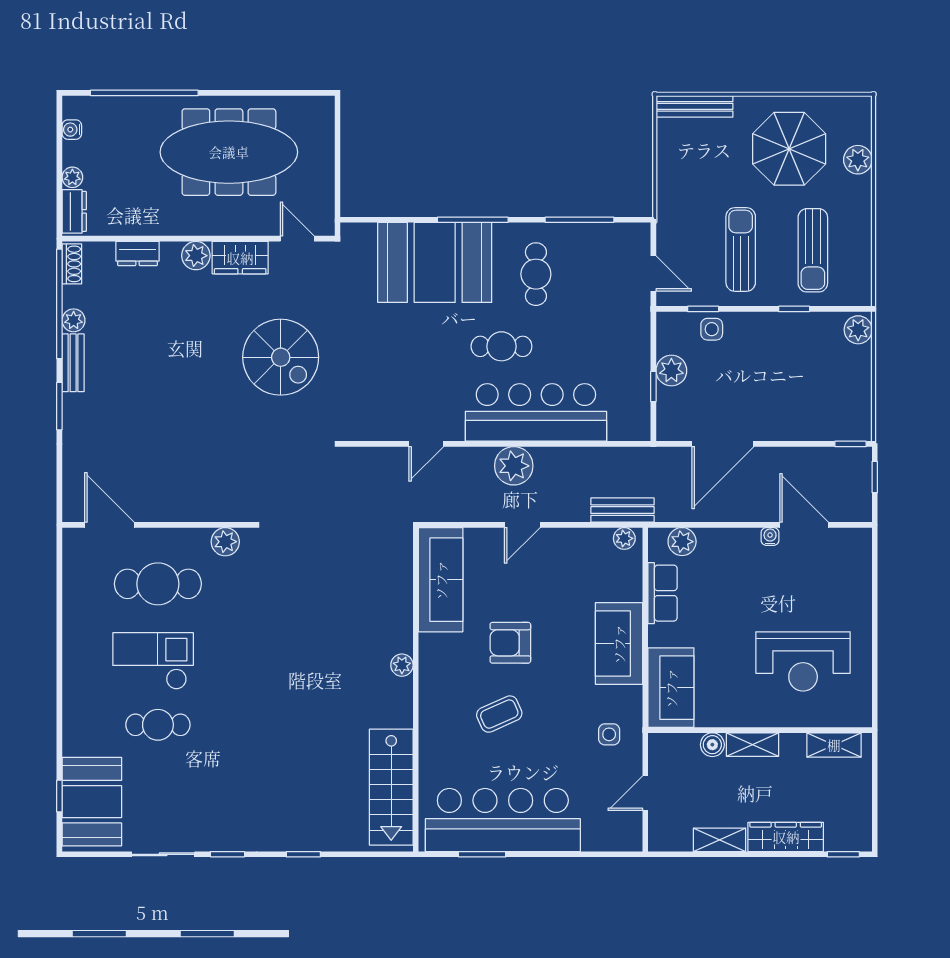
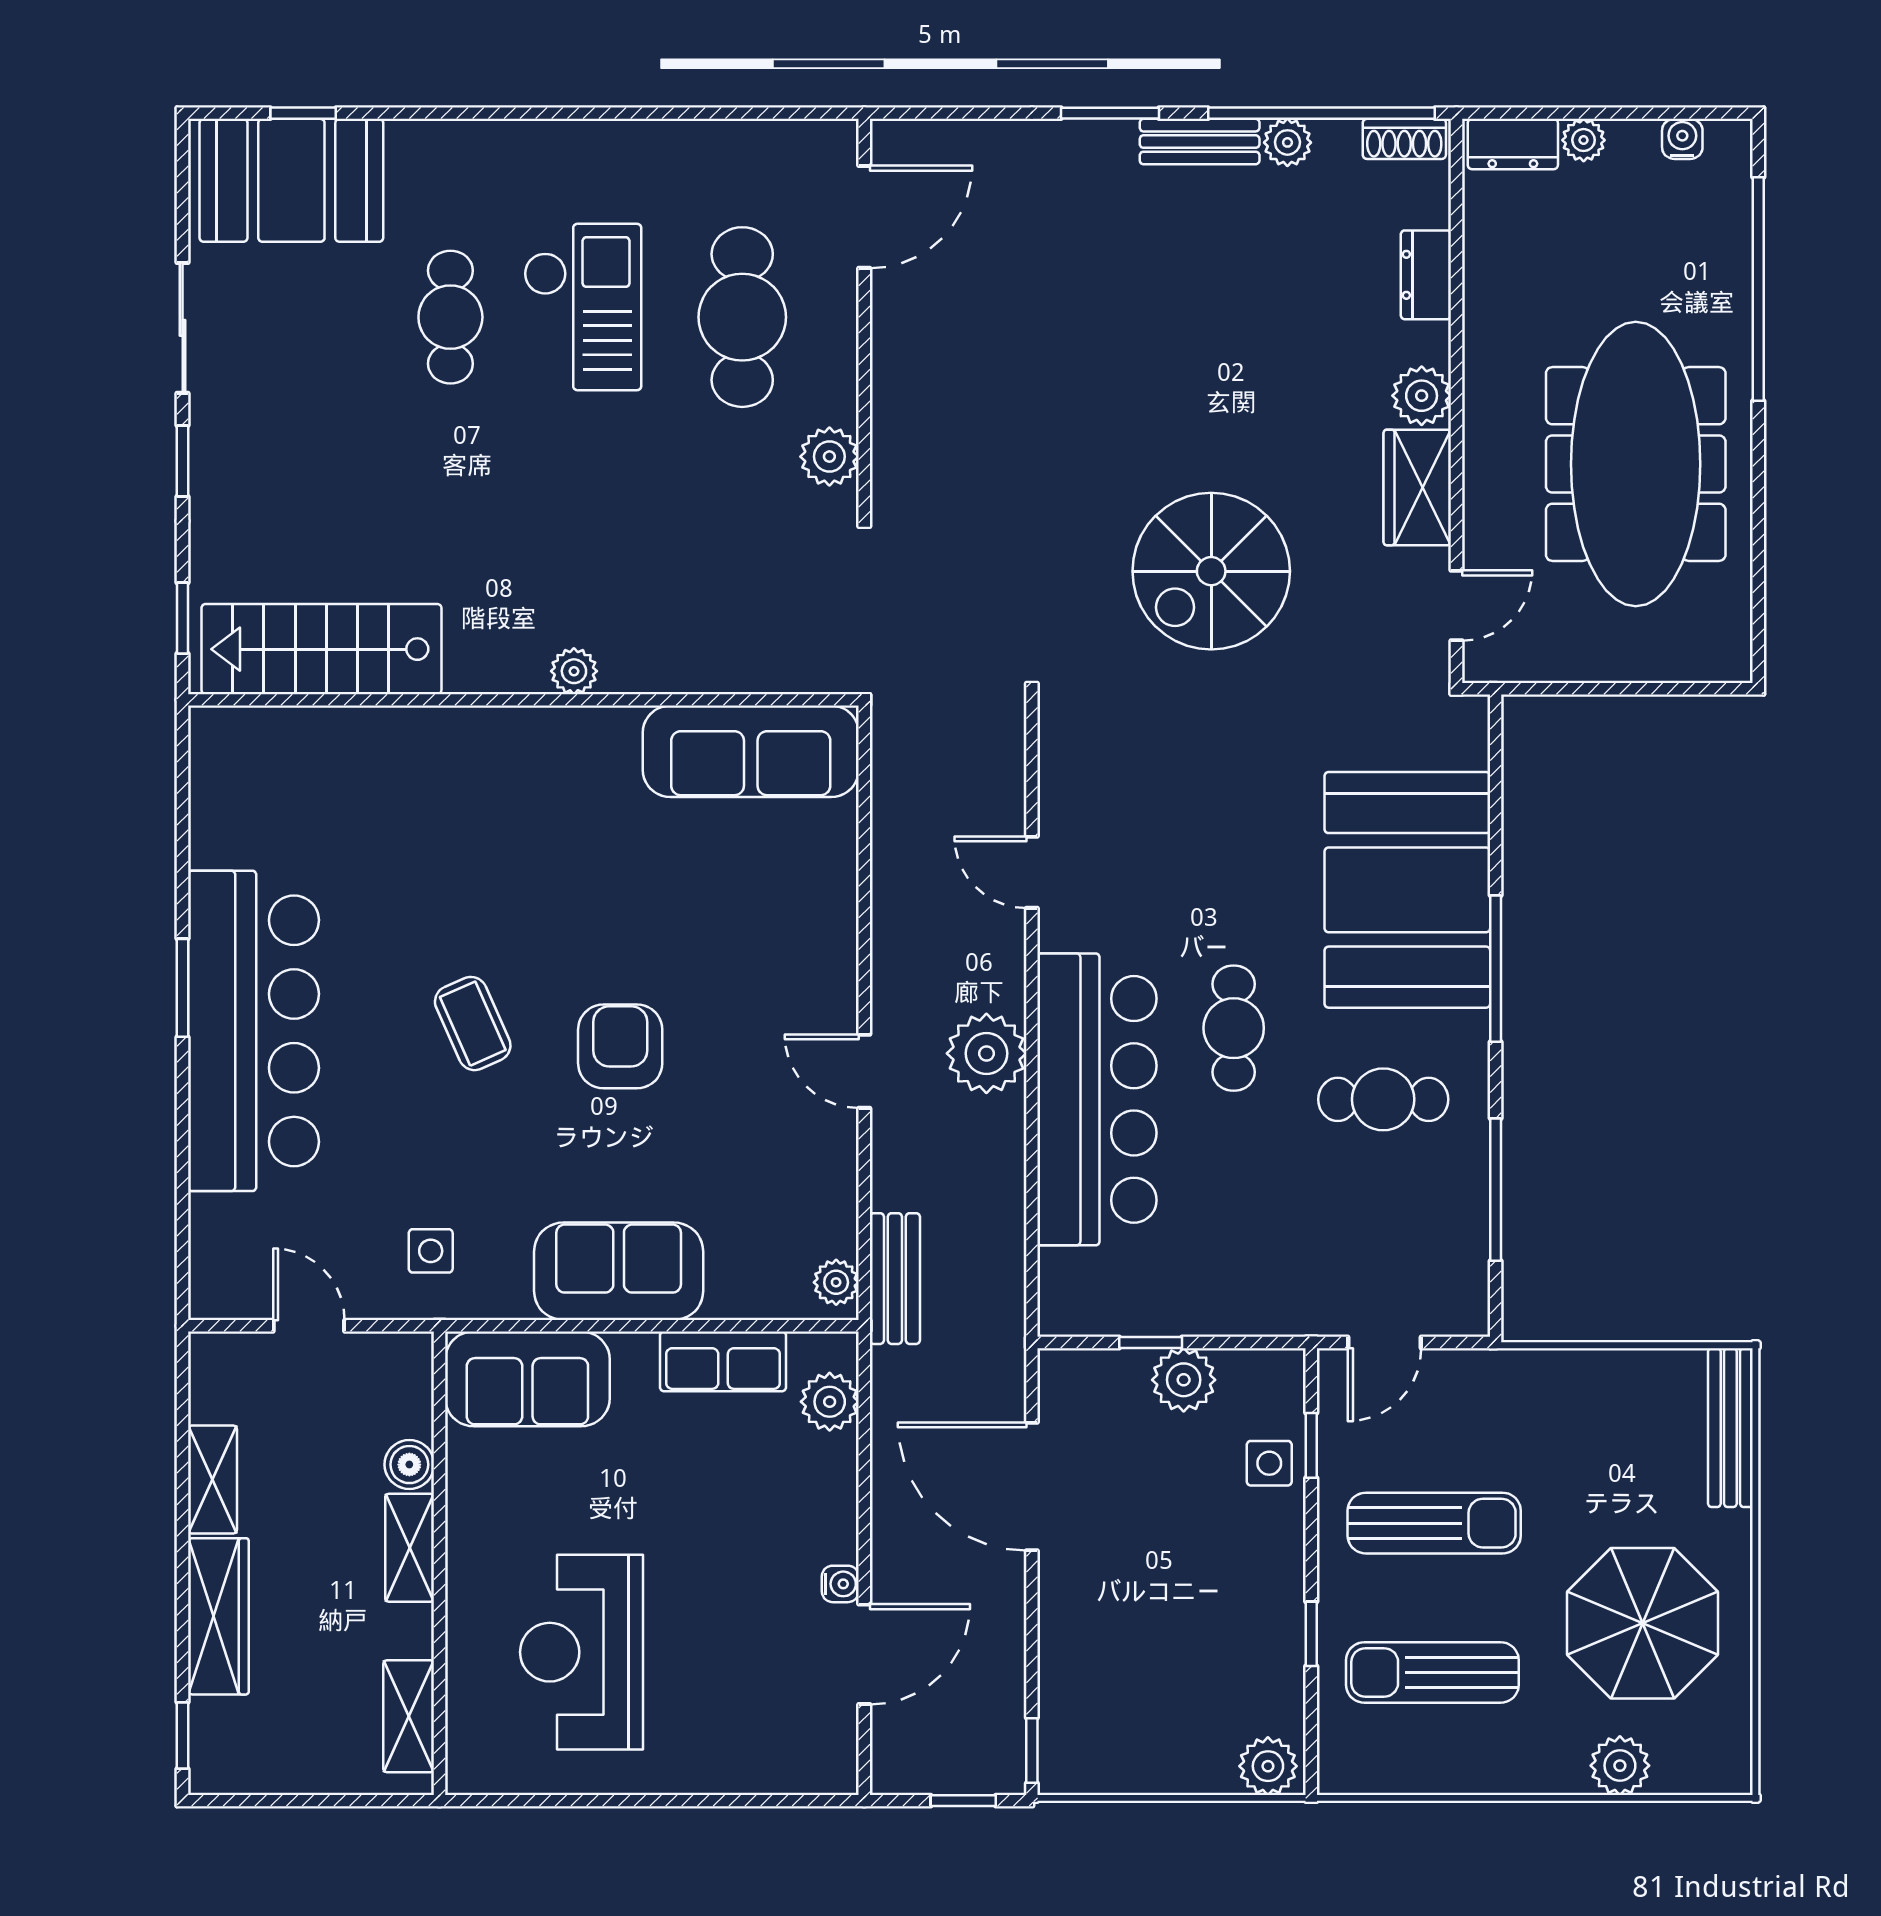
sofa: (441, 580) -> (751, 751), moved
plant: (402, 665) -> (574, 671), moved
wall: (416, 690) -> (523, 700), moved
stairs: (391, 787) -> (321, 649), moved

